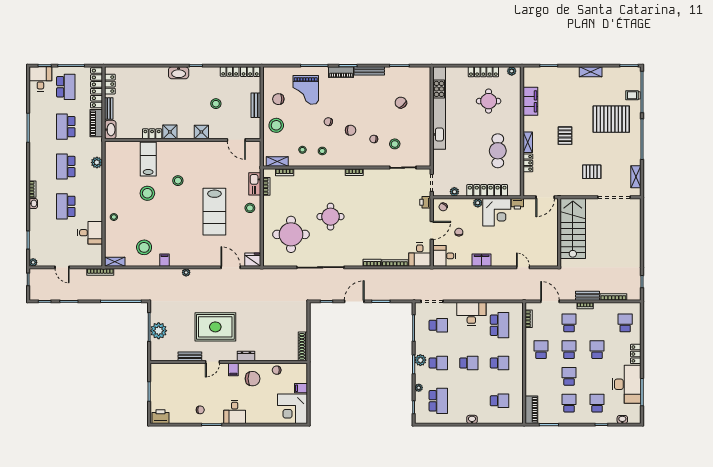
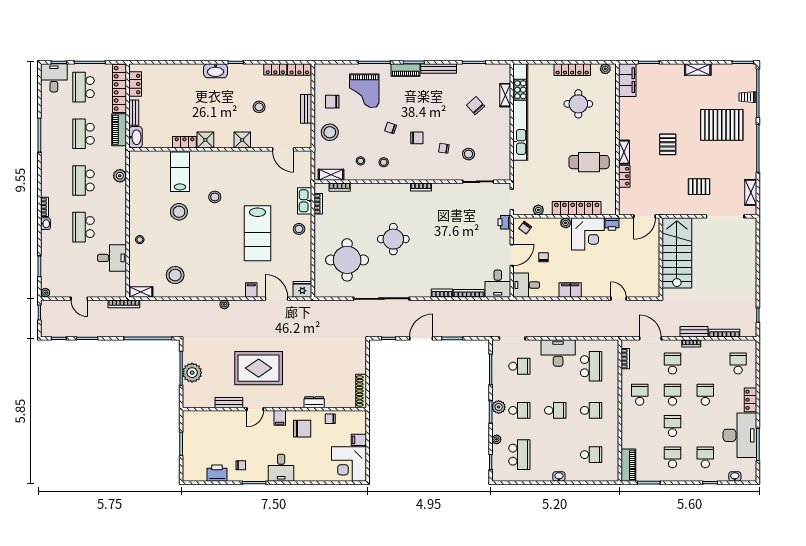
school desk: (66, 87) -> (84, 87), turned 180
shelving: (426, 94) -> (505, 95), added
filing cabinet: (530, 101) -> (627, 80), moved
cafe table: (498, 151) -> (589, 162), turned 90
filing cabinet: (164, 260) -> (251, 290), moved
dresser: (246, 356) -> (314, 402), moved
printer: (161, 417) -> (217, 473), moved

